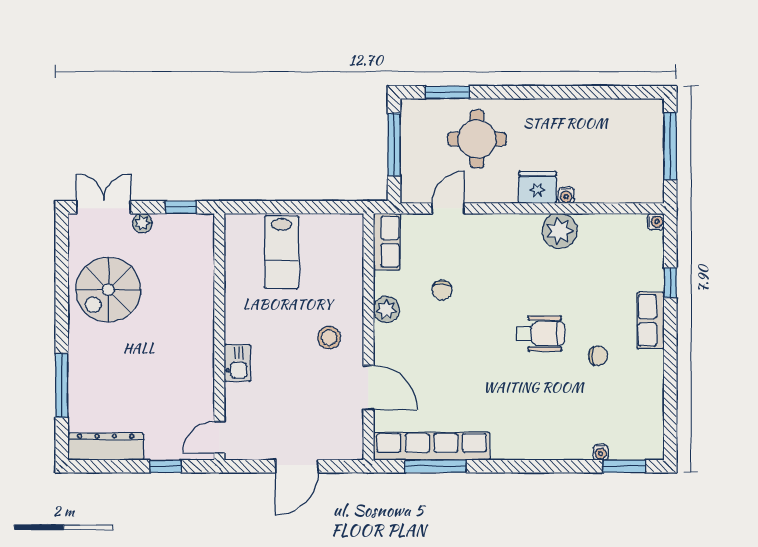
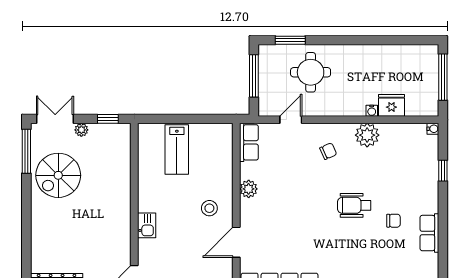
fridge: (537, 187) -> (391, 105), moved
chair: (442, 290) -> (328, 151), moved, turned -114
row of seats: (651, 320) -> (429, 233), moved
wheelchair: (541, 334) -> (354, 205), turned 180
window: (62, 385) -> (26, 151), moved
door: (368, 388) -> (236, 242), swing flipped

